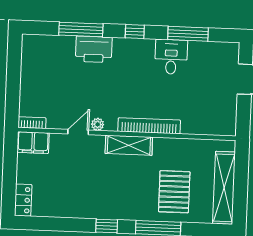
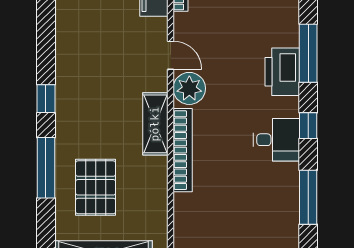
desk: (171, 57) -> (276, 140), moved
plant: (98, 124) -> (189, 88), width x1.87, depth x1.87
pallet: (174, 192) -> (96, 187), turned 90

